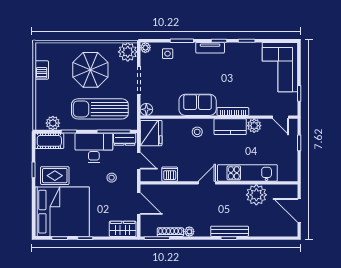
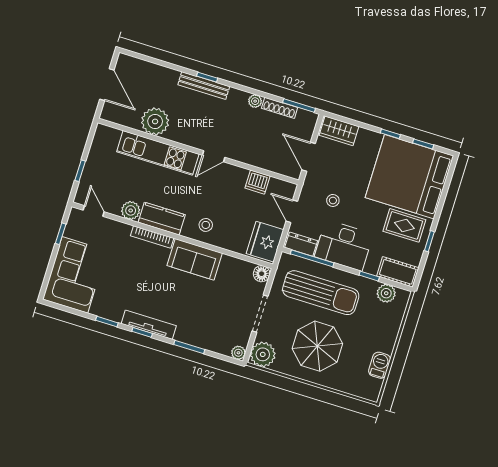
tv unit: (210, 48) -> (149, 325), width x1.41
side table: (168, 54) -> (213, 336), removed

